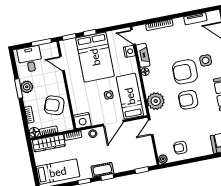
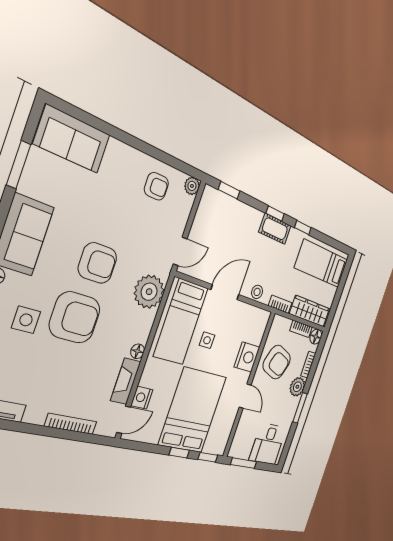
door: (133, 37) -> (124, 420), hinge flipped
door: (62, 63) -> (245, 396), moved
plant: (27, 87) -> (297, 387), moved
nightstand: (82, 121) -> (247, 357), moved, turned 90

